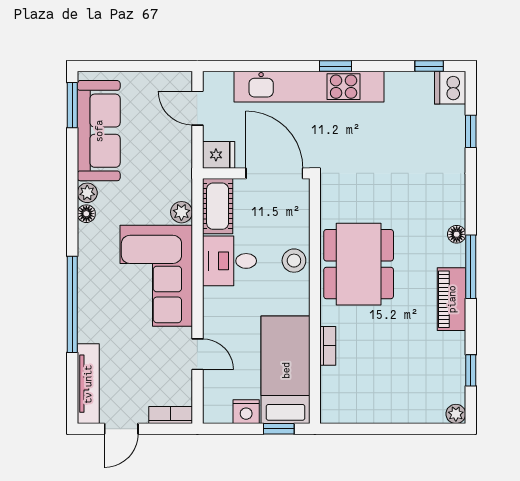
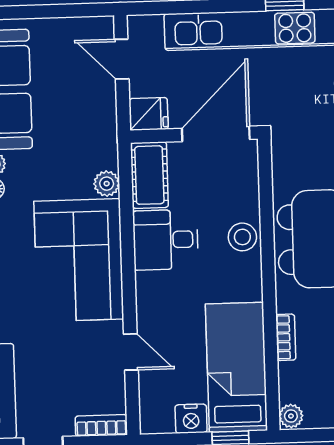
door: (274, 173) -> (216, 134), hinge flipped
plant: (330, 412) -> (291, 416), added

